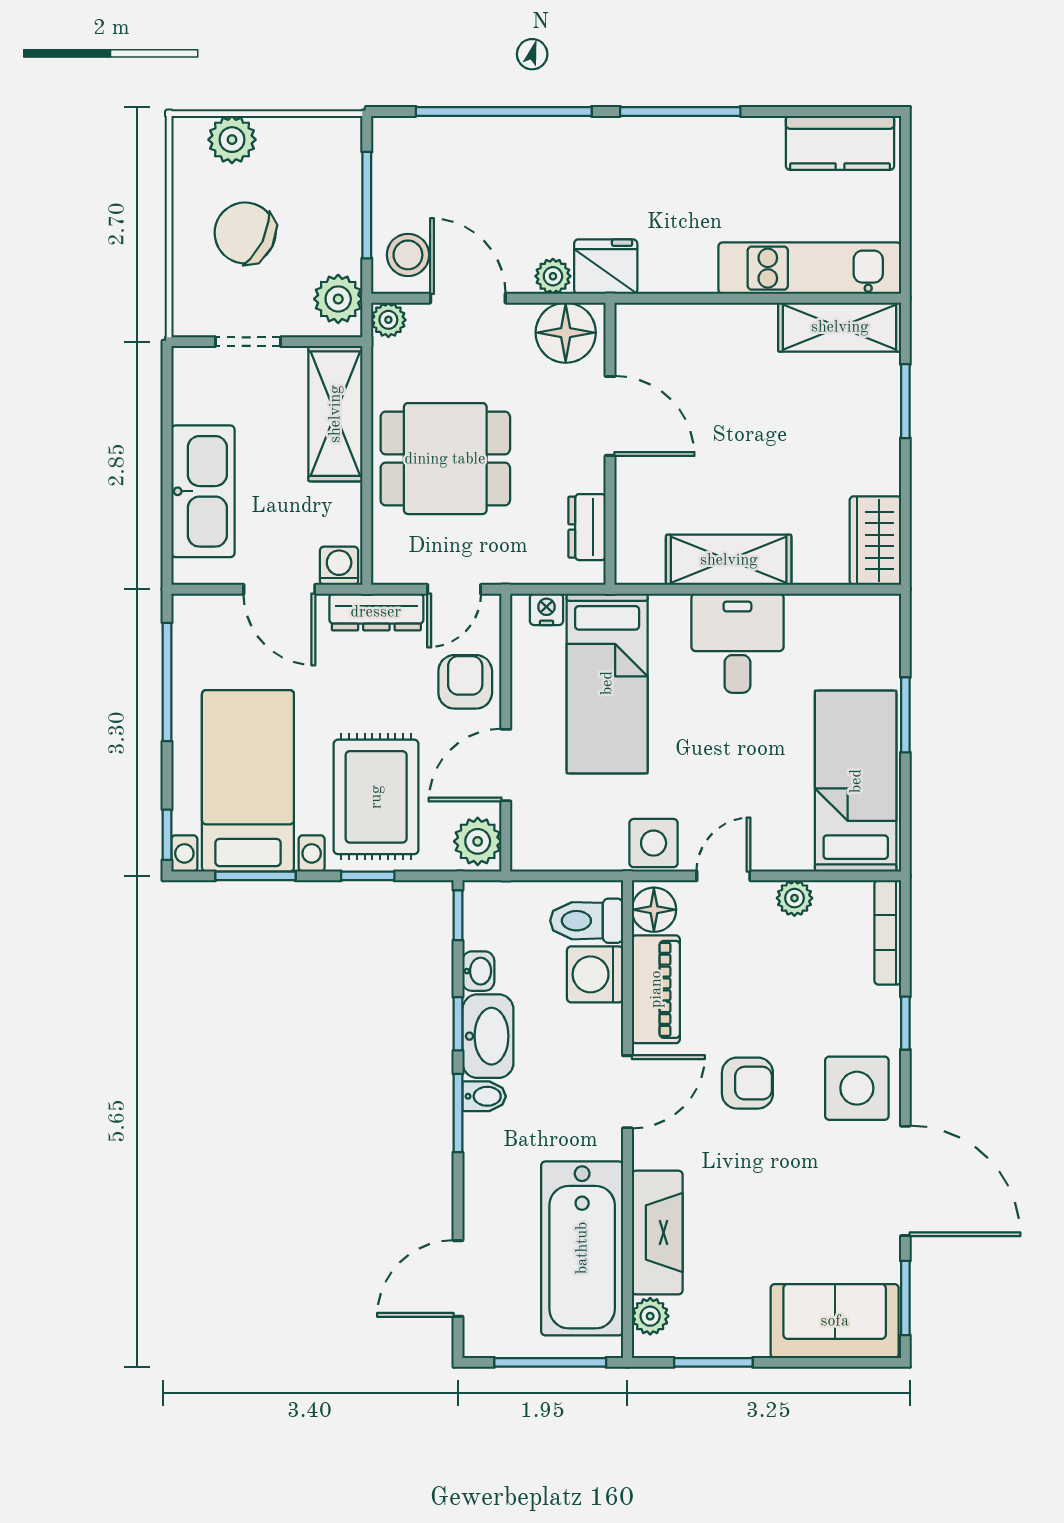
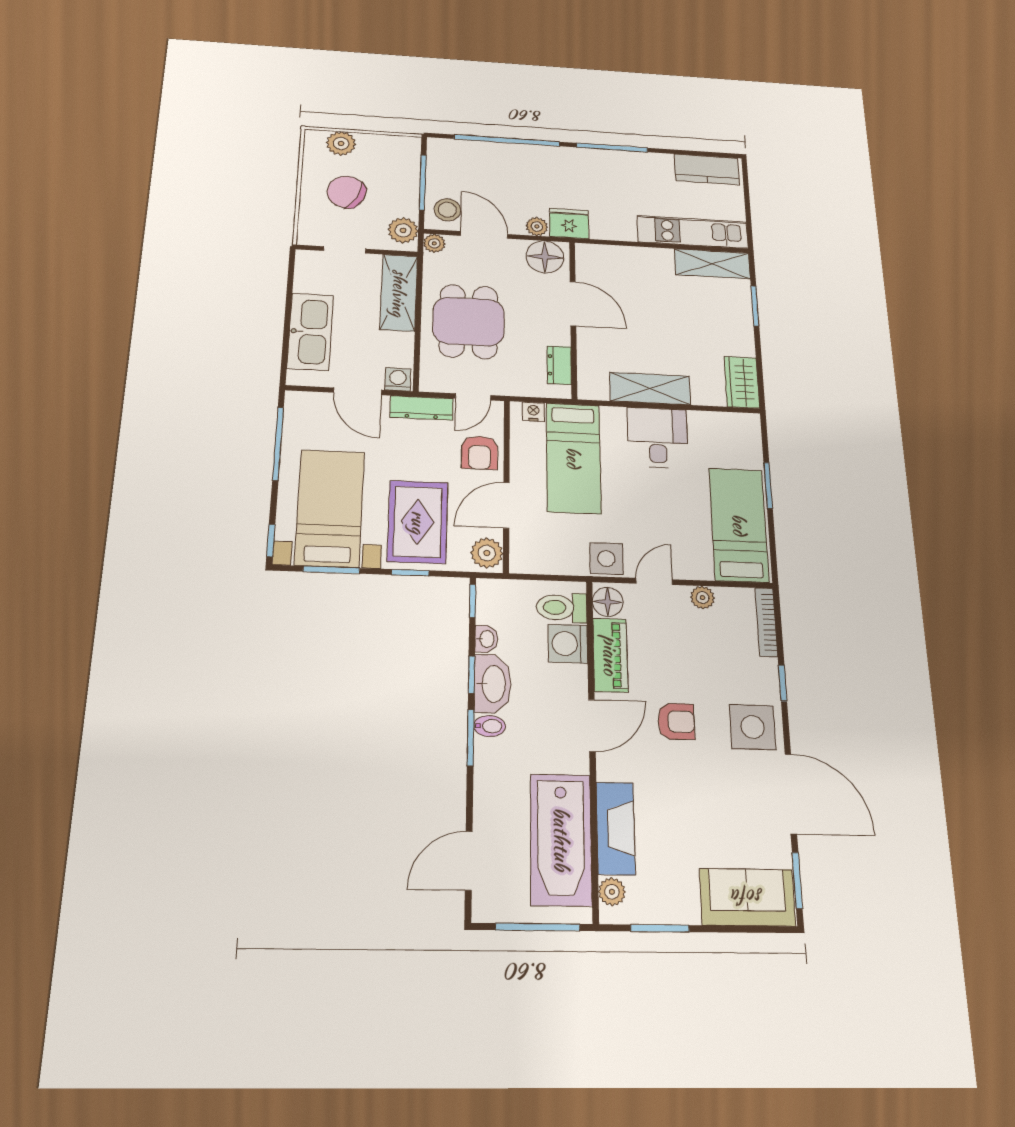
dining table: (445, 459) -> (469, 322), turned 90
armchair: (465, 682) -> (480, 453), turned 180

